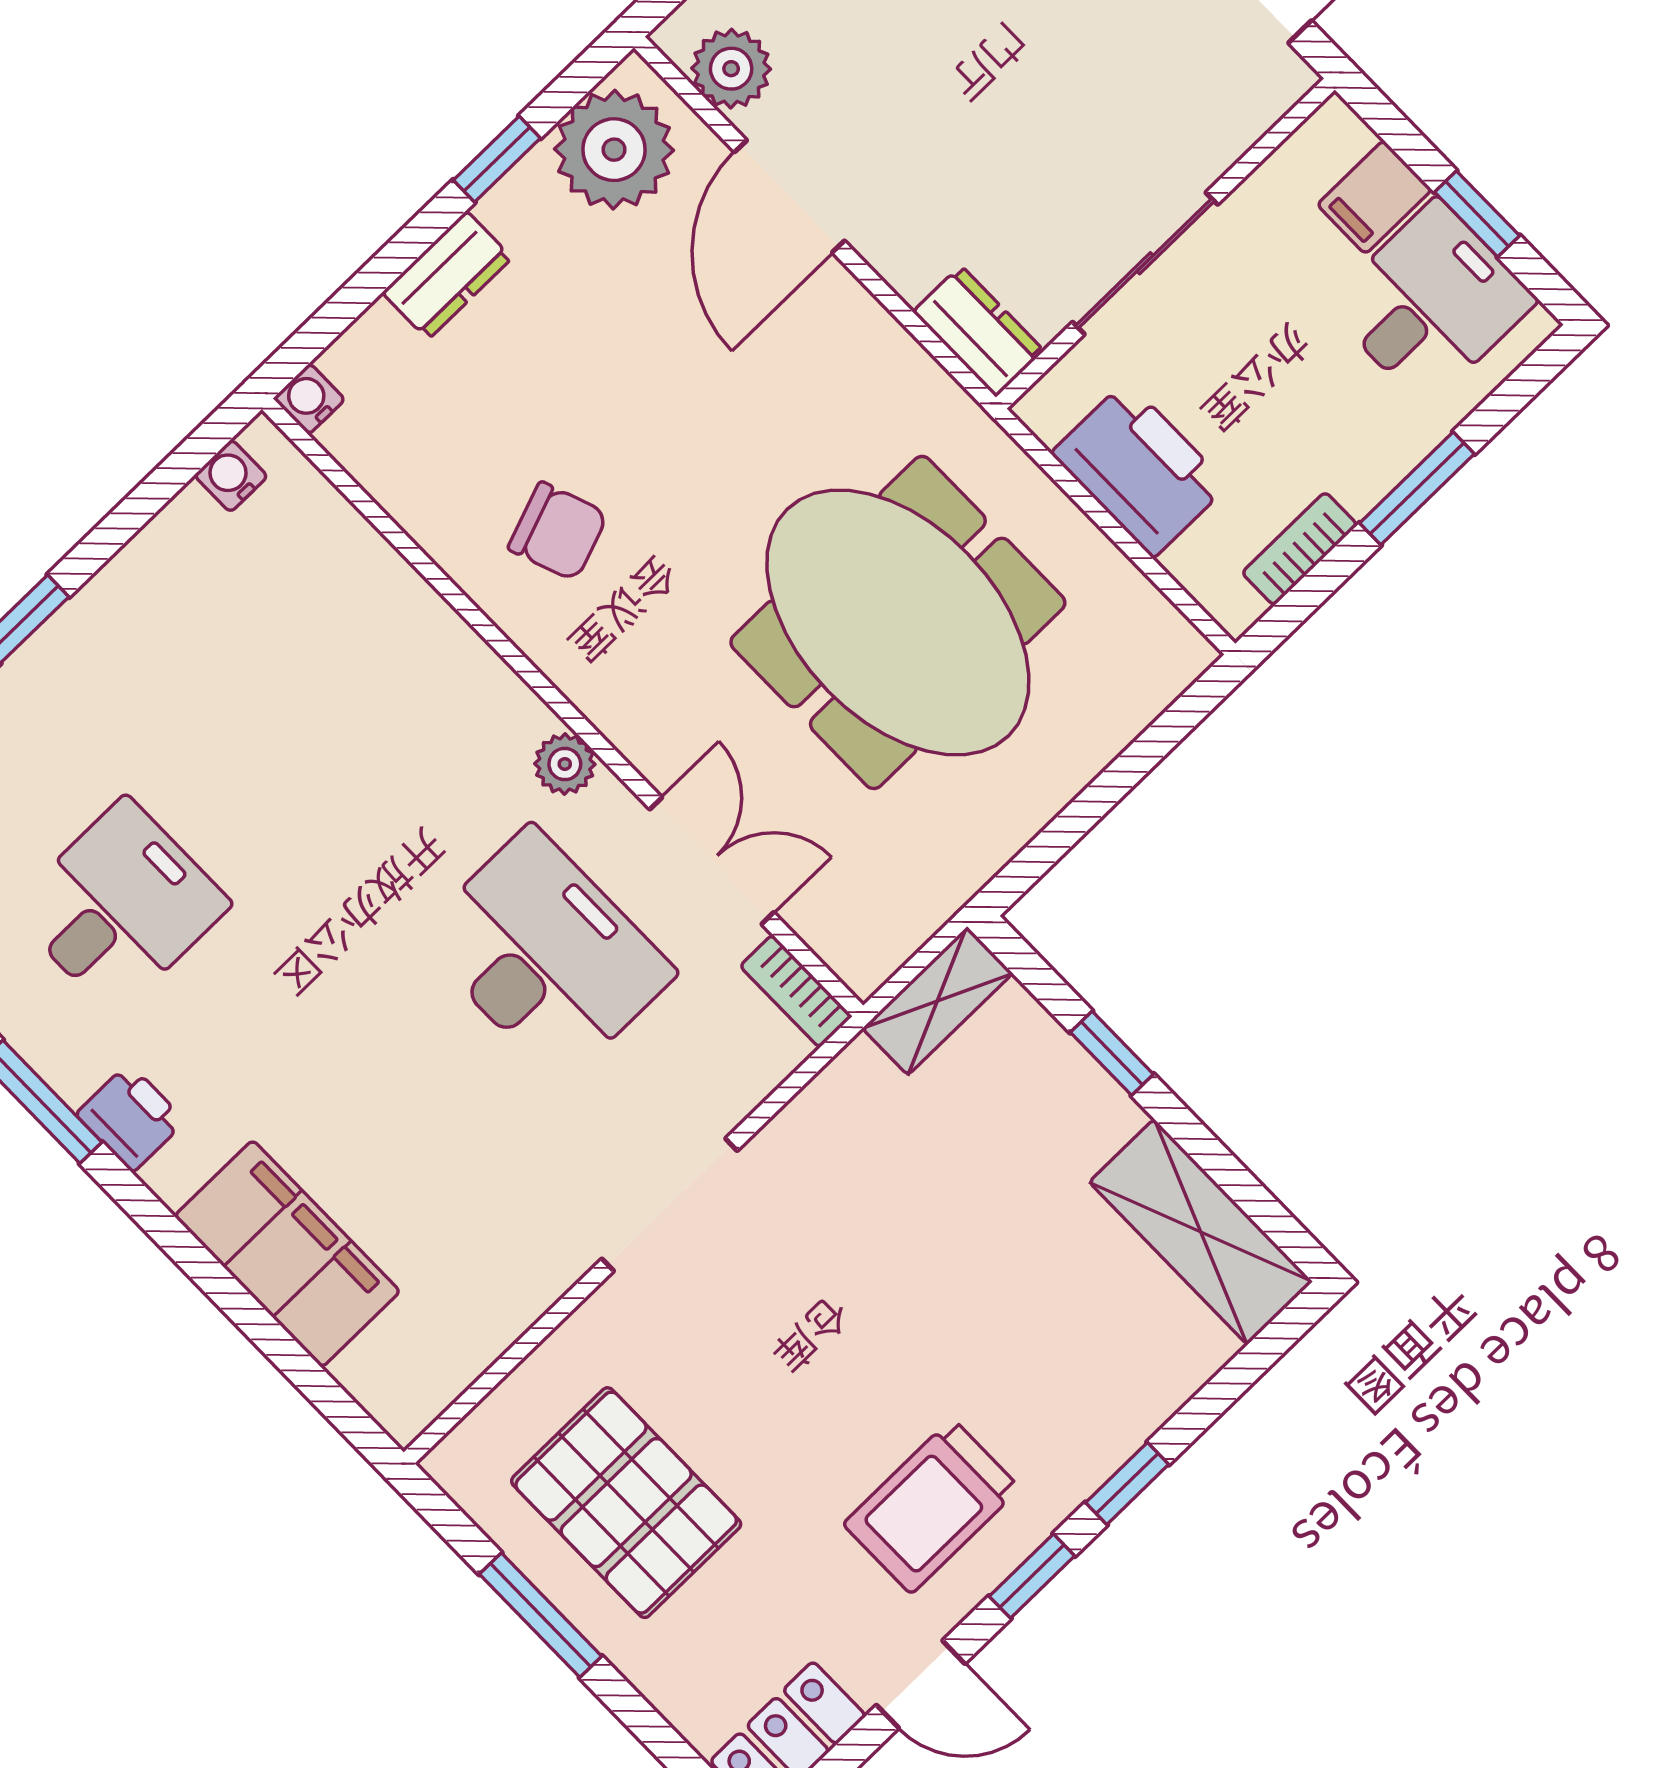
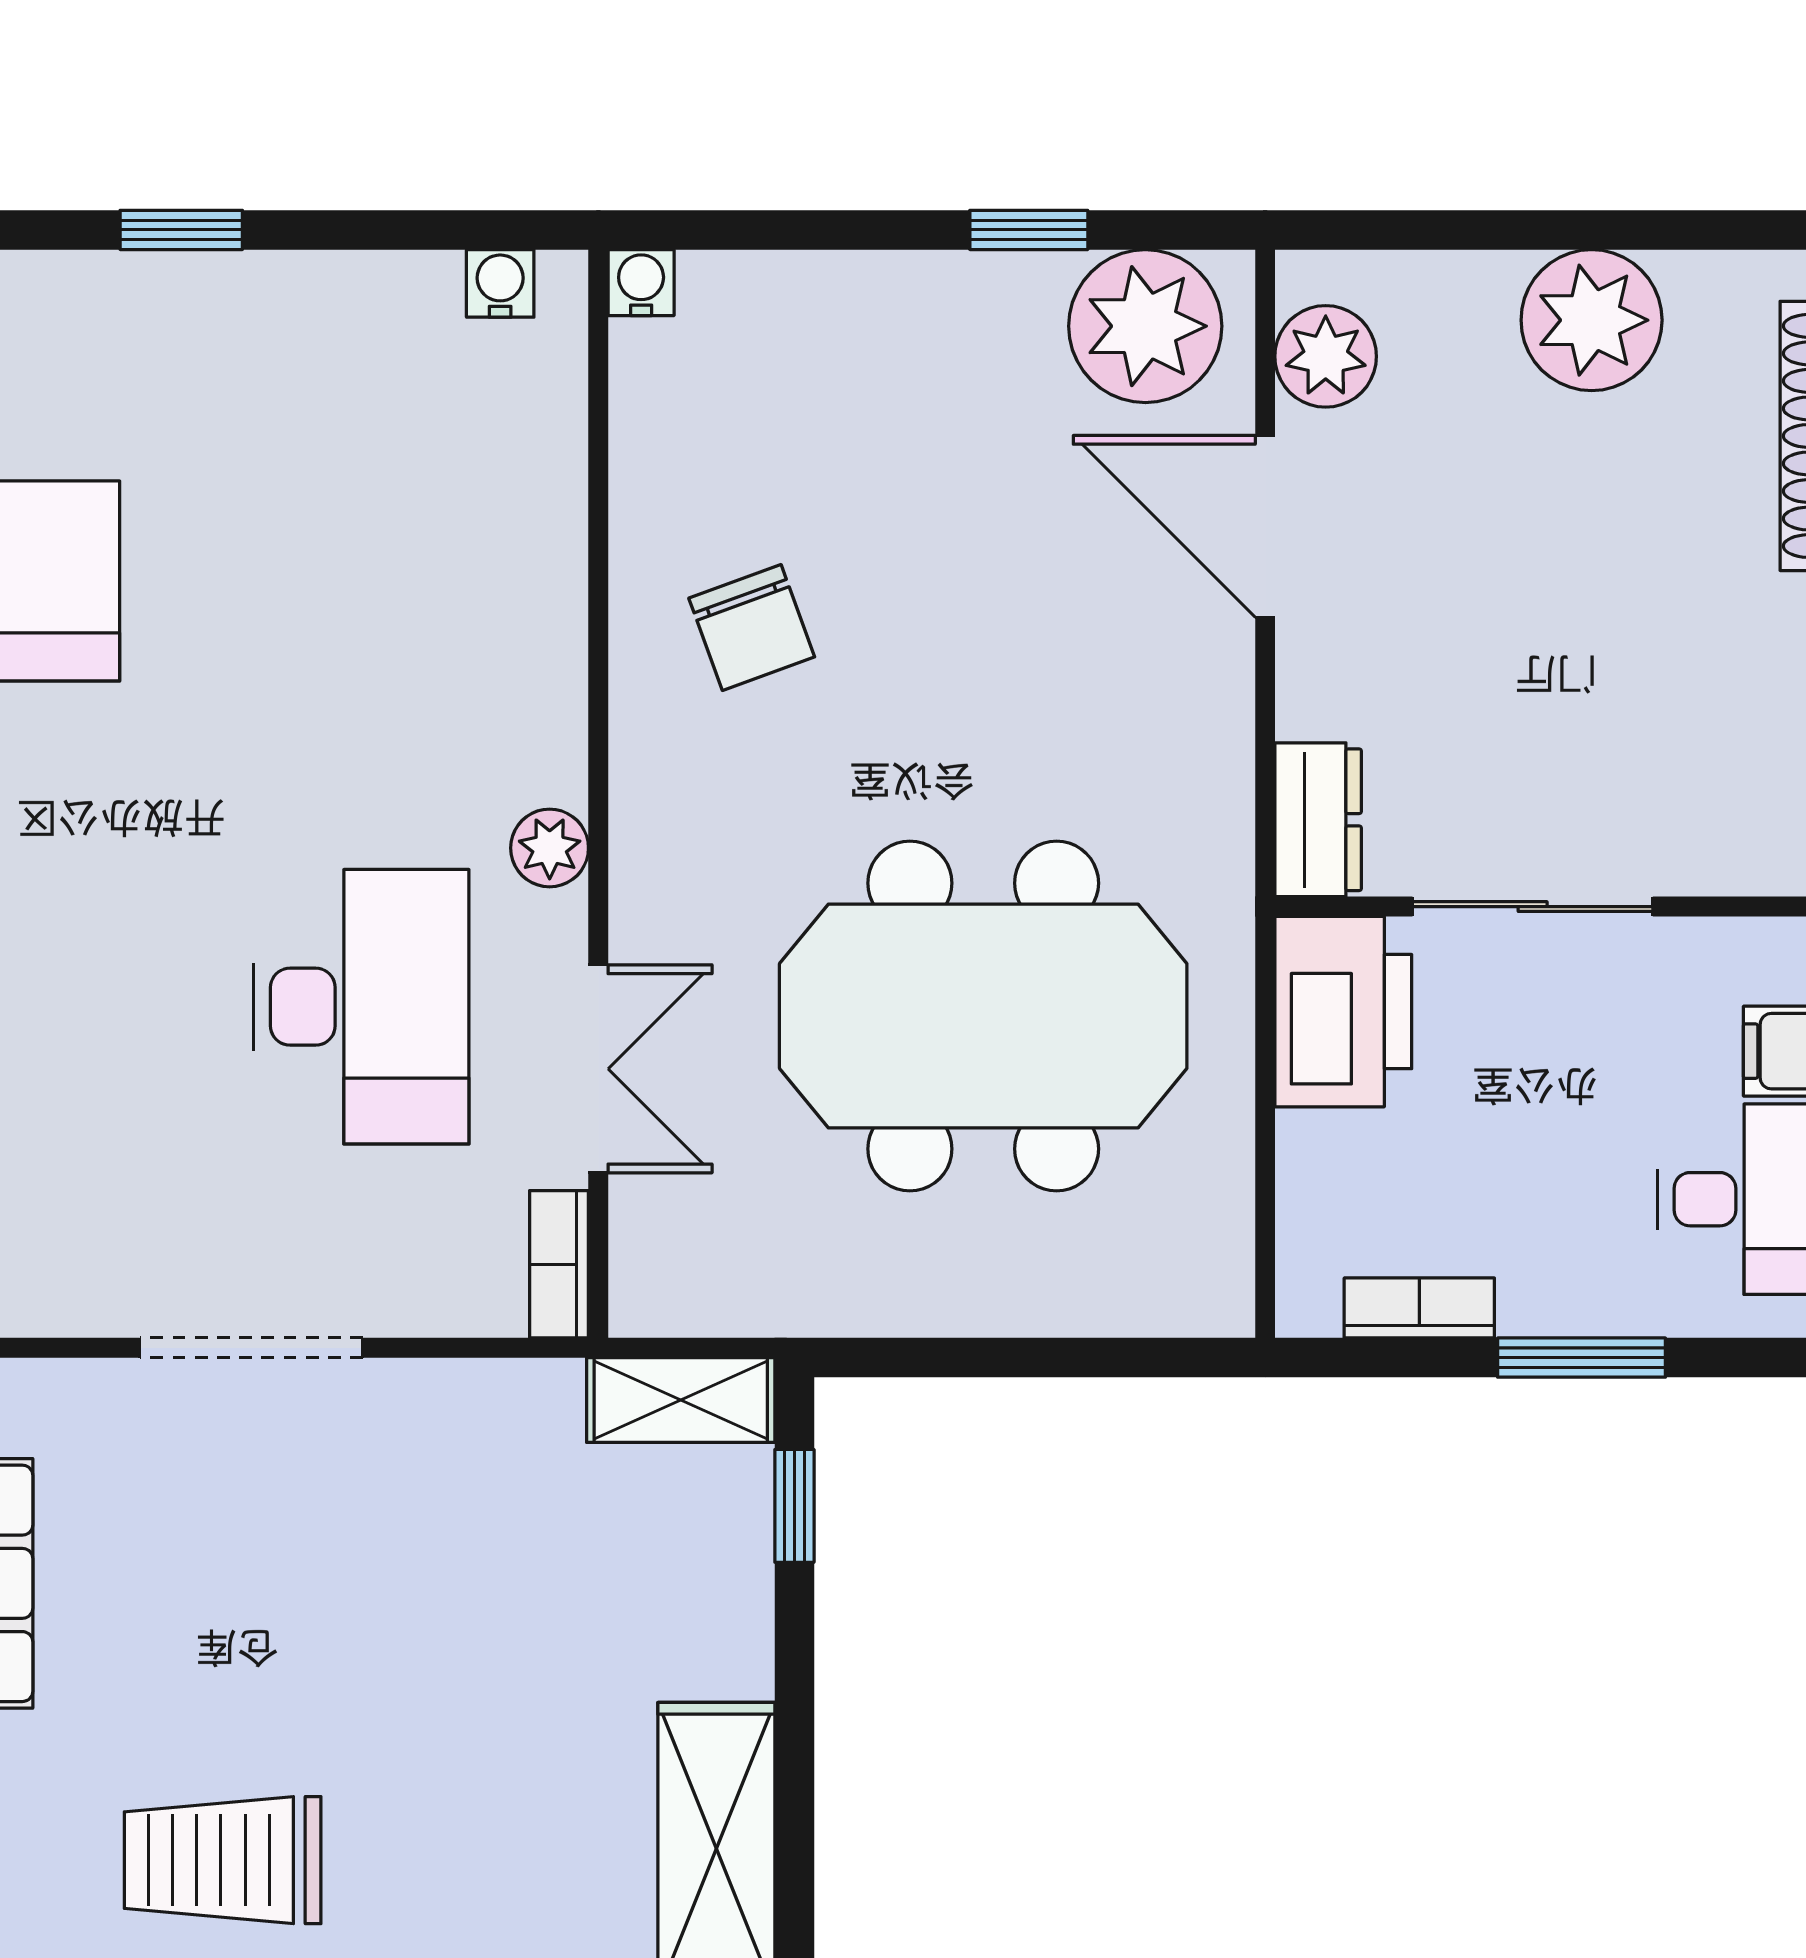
door: (789, 196) -> (1265, 526), hinge flipped
dresser: (447, 275) -> (879, 292), removed
printer: (1140, 469) -> (1343, 1012), moved
meeting table: (898, 622) -> (983, 1016), turned 90
window: (1112, 1053) -> (794, 1506), moved

